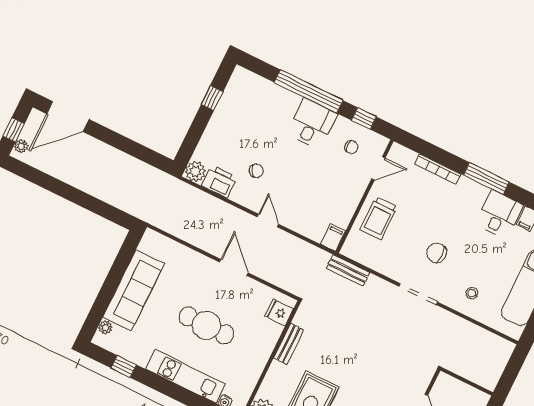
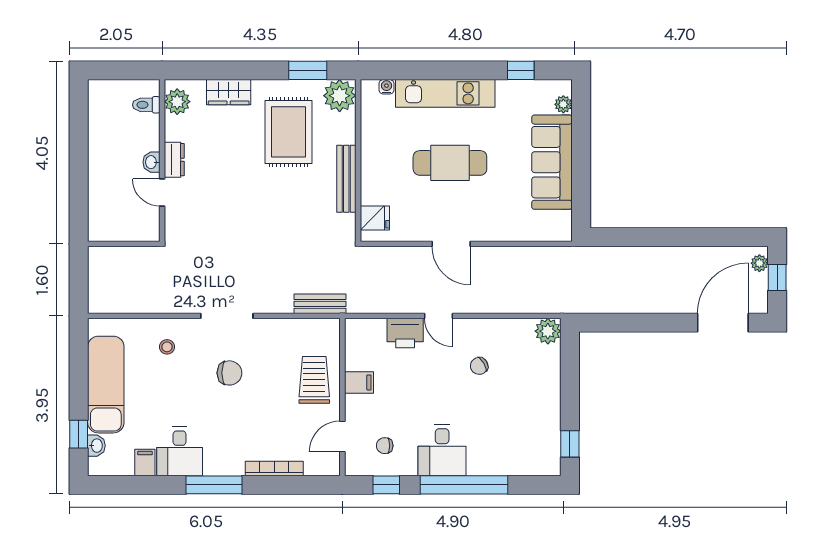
window: (212, 98) -> (570, 444), moved
printer: (219, 182) -> (405, 333), moved
filing cabinet: (333, 238) -> (359, 382), moved, turned -90
bench: (289, 344) -> (346, 179), width x1.36

